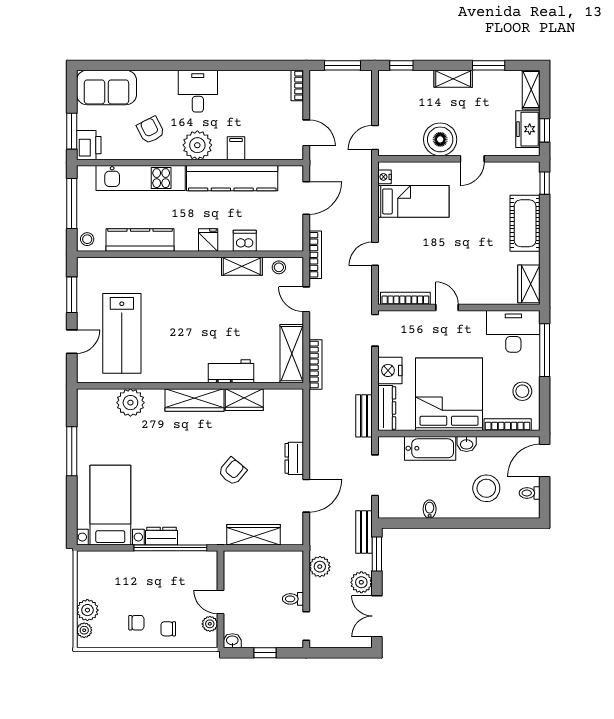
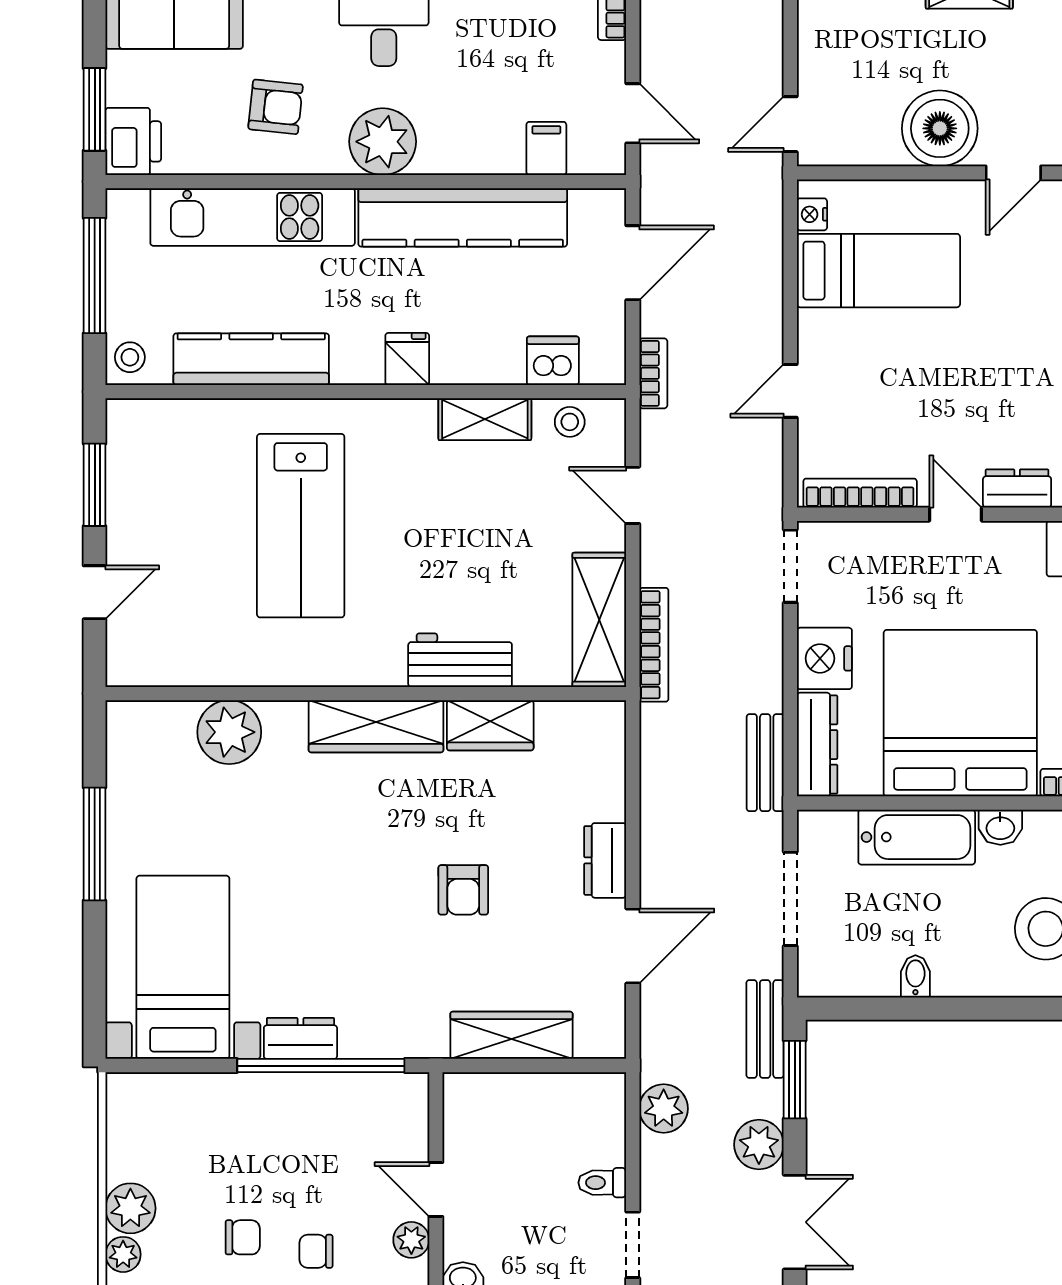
armchair: (151, 130) -> (276, 107), turned 123
filing cabinet: (236, 148) -> (546, 148), moved
dishwasher: (245, 241) -> (553, 361), moved
bookcase: (315, 255) -> (653, 373), width x0.64
dresser: (474, 296) -> (1017, 488), added
lab bench: (122, 333) -> (301, 526), moved
armchair: (232, 471) -> (463, 890), turned 140
double door: (377, 616) -> (795, 1222), swing flipped

